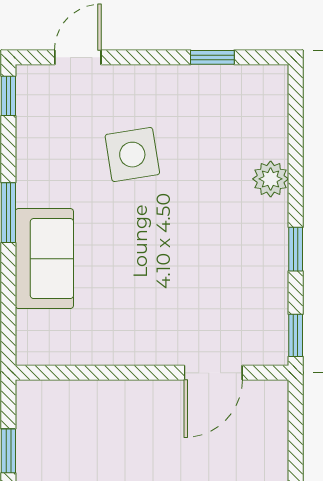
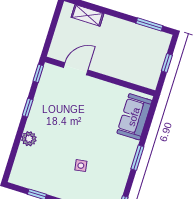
side table: (132, 155) -> (81, 166), width x0.54, depth x0.54
sofa: (44, 259) -> (134, 117), moved

